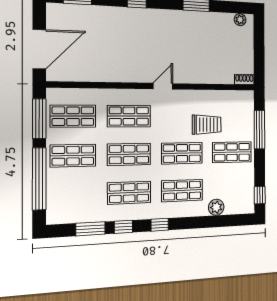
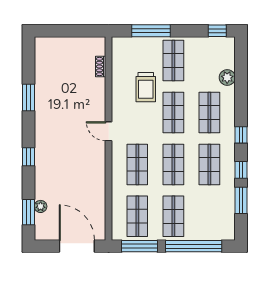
plant: (240, 20) -> (41, 206), moved
shoe rack: (244, 79) -> (101, 67), moved
trolley: (207, 125) -> (146, 87), turned 180

